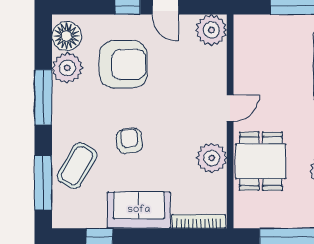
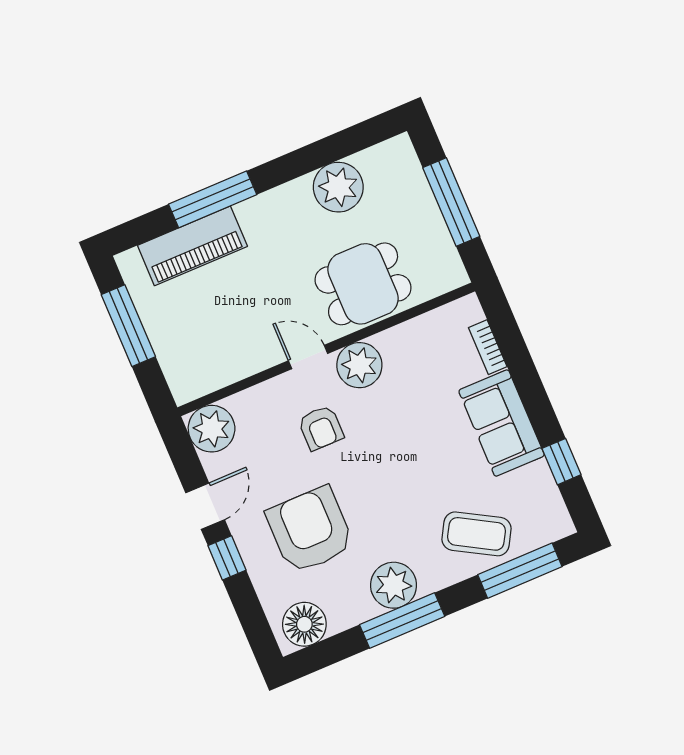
plant: (67, 68) -> (394, 585), moved
armchair: (129, 141) -> (321, 428), moved, turned -84
plant: (212, 158) -> (359, 365), moved
bookcase: (199, 221) -> (488, 347), width x0.64

